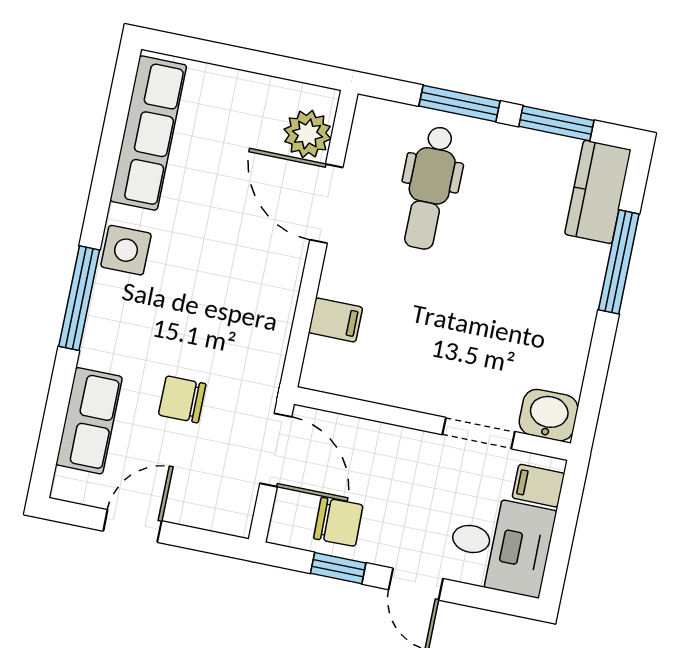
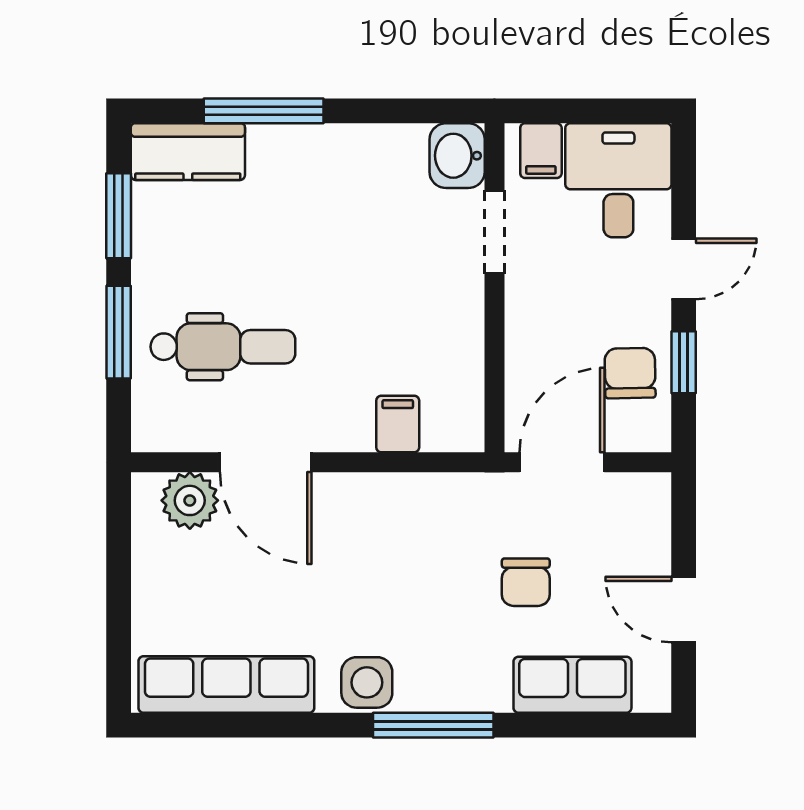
door: (326, 204) -> (266, 462), hinge flipped

